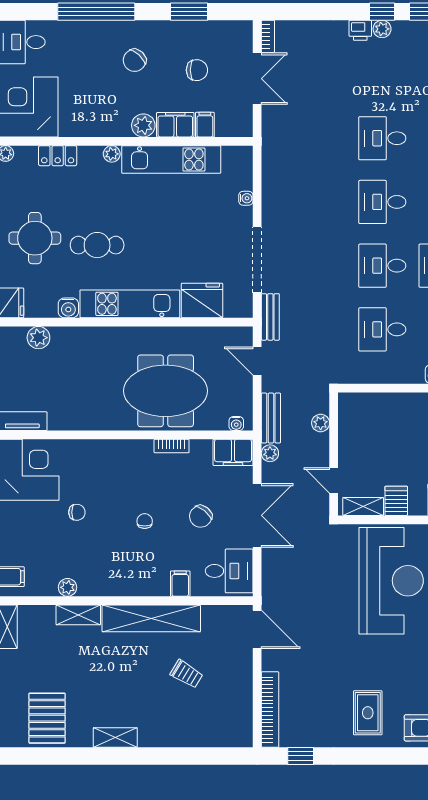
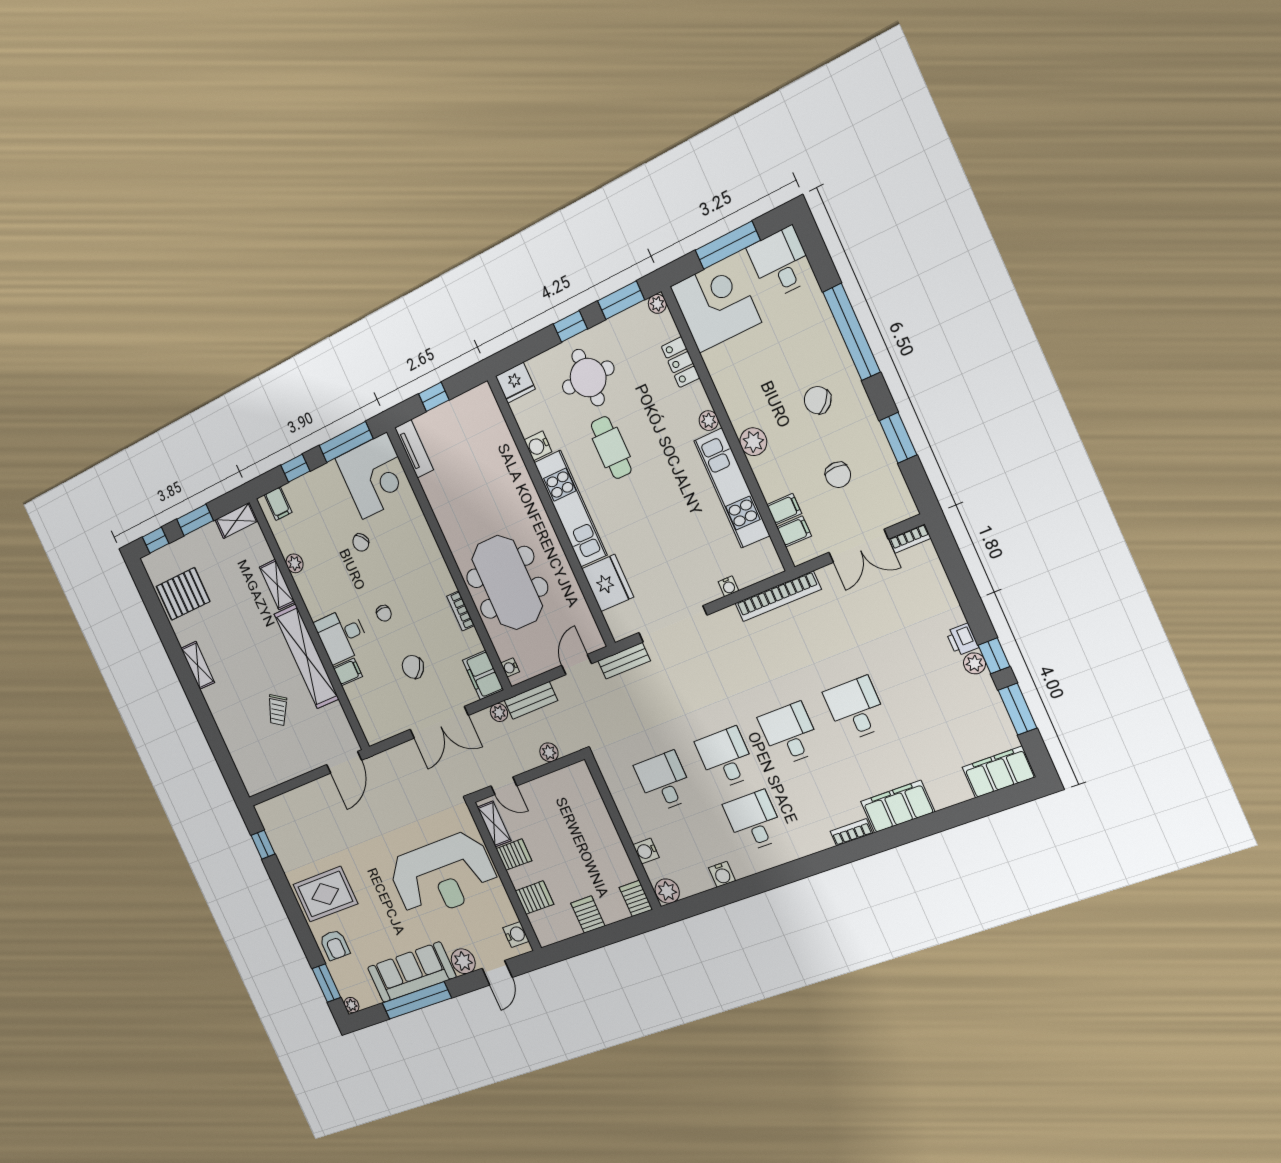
filing cabinet: (175, 125) -> (794, 531), moved, width x0.50
plant: (38, 338) -> (496, 428), removed
door: (334, 480) -> (504, 786), swing flipped
chair: (77, 512) -> (361, 542), turned 48
chair: (145, 521) -> (384, 613), turned 90
desk: (229, 571) -> (342, 635), moved, turned 90
bookcase: (270, 710) -> (778, 596), moved
rug: (368, 713) -> (325, 894), width x1.36, depth x1.43

